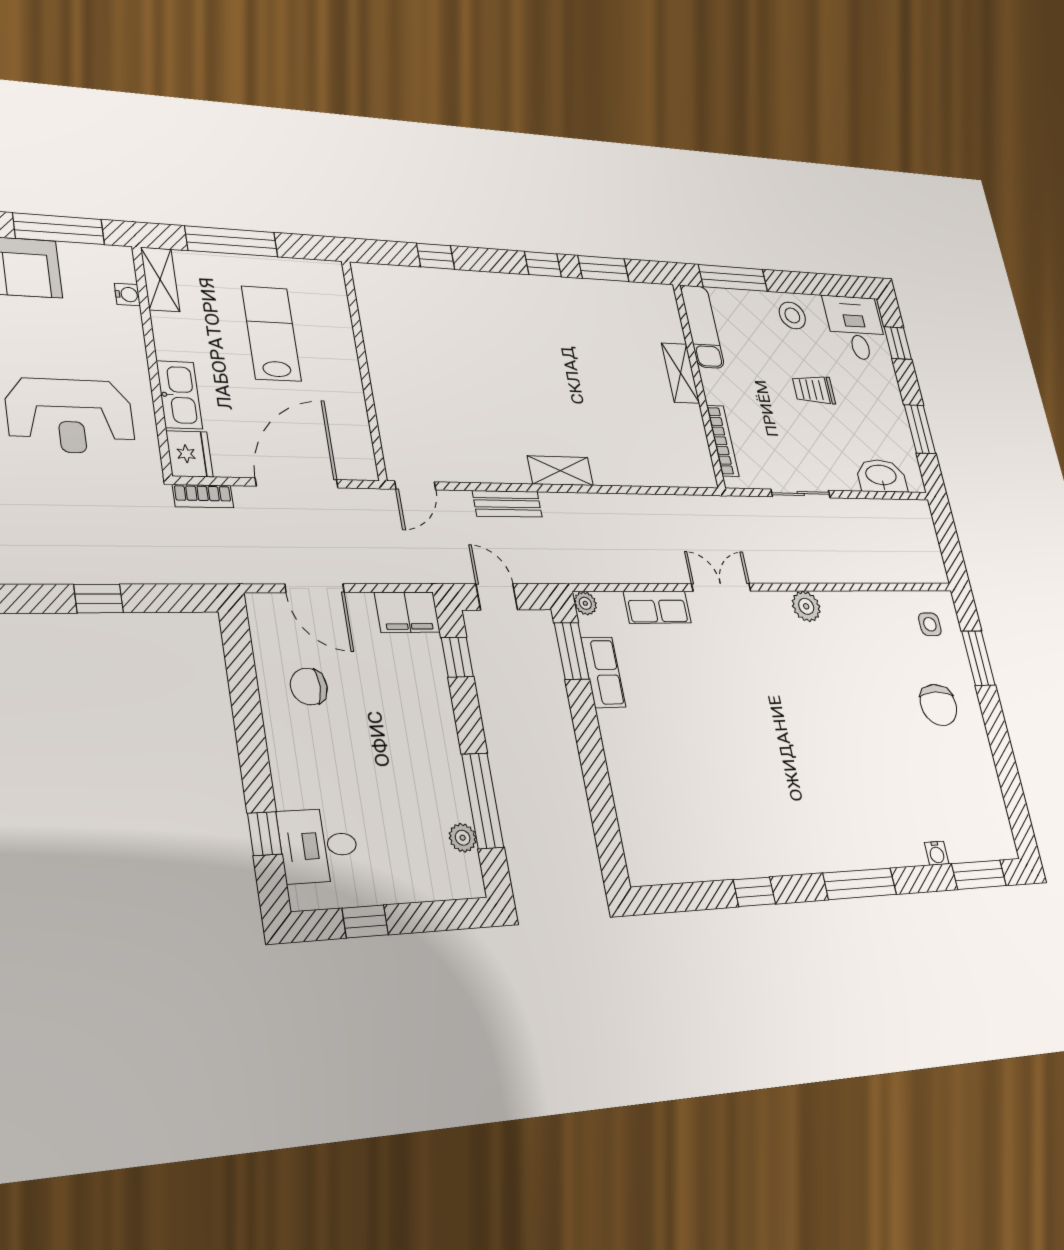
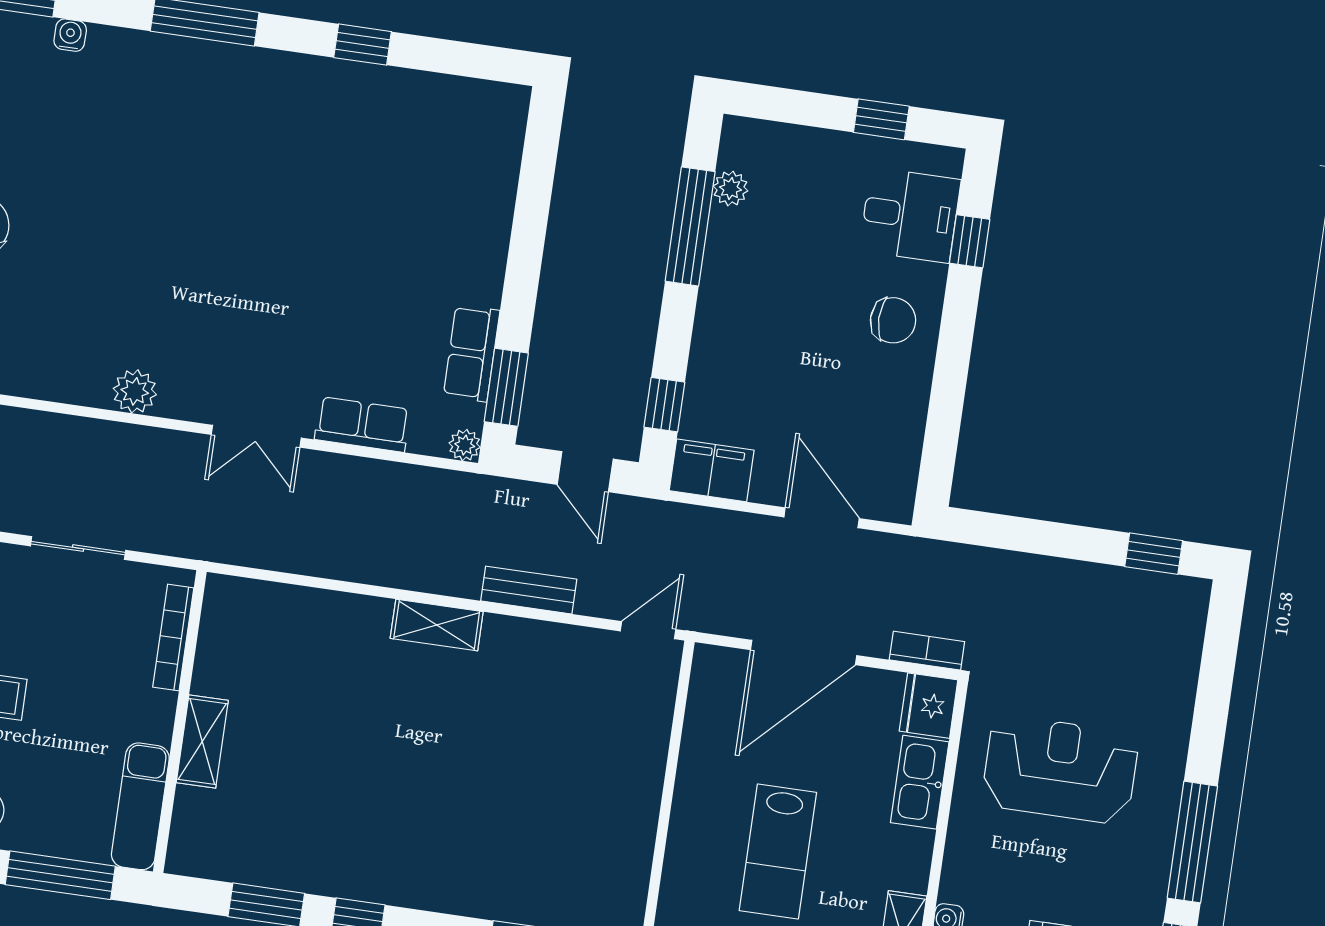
window: (99, 599) -> (1154, 554), moved
chair: (309, 687) -> (893, 320), moved

